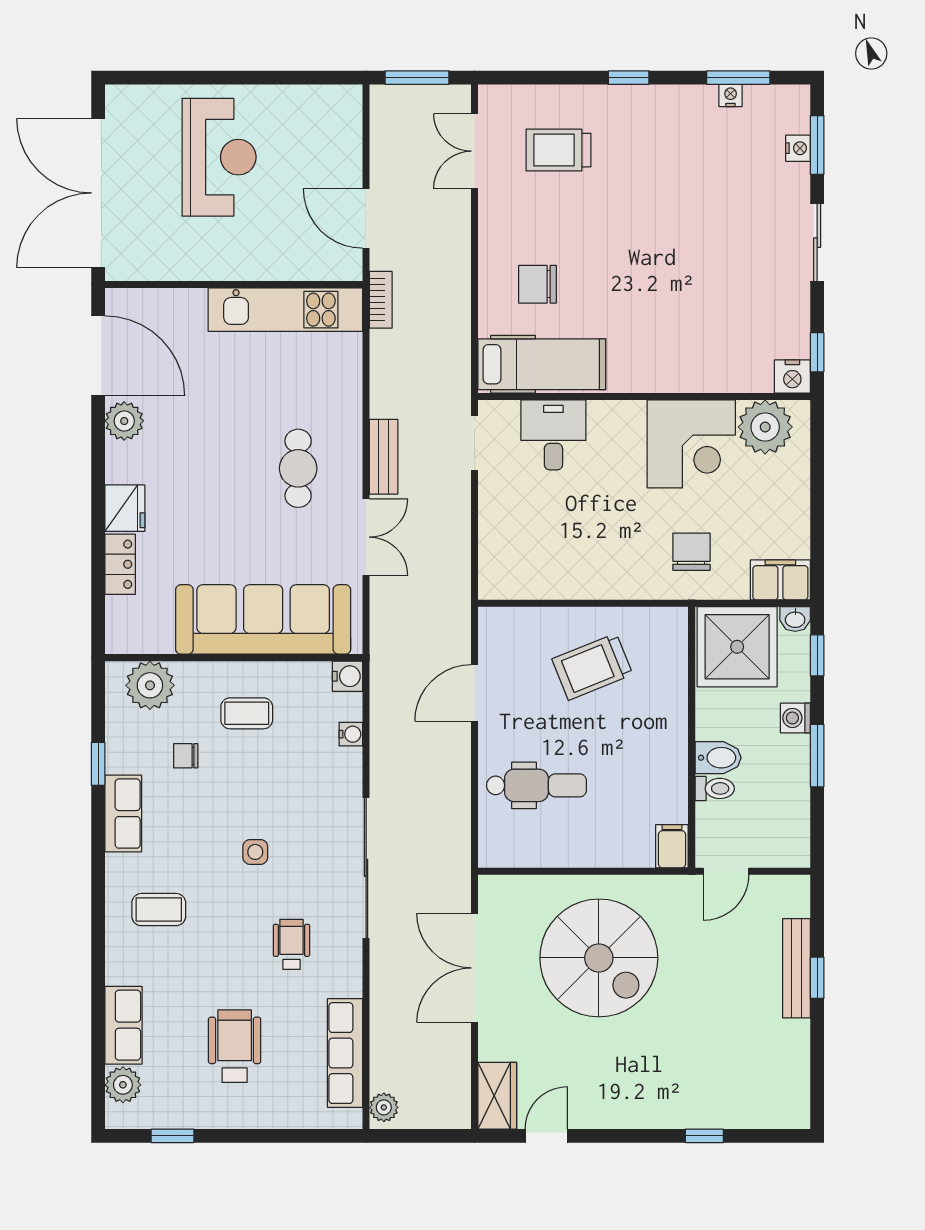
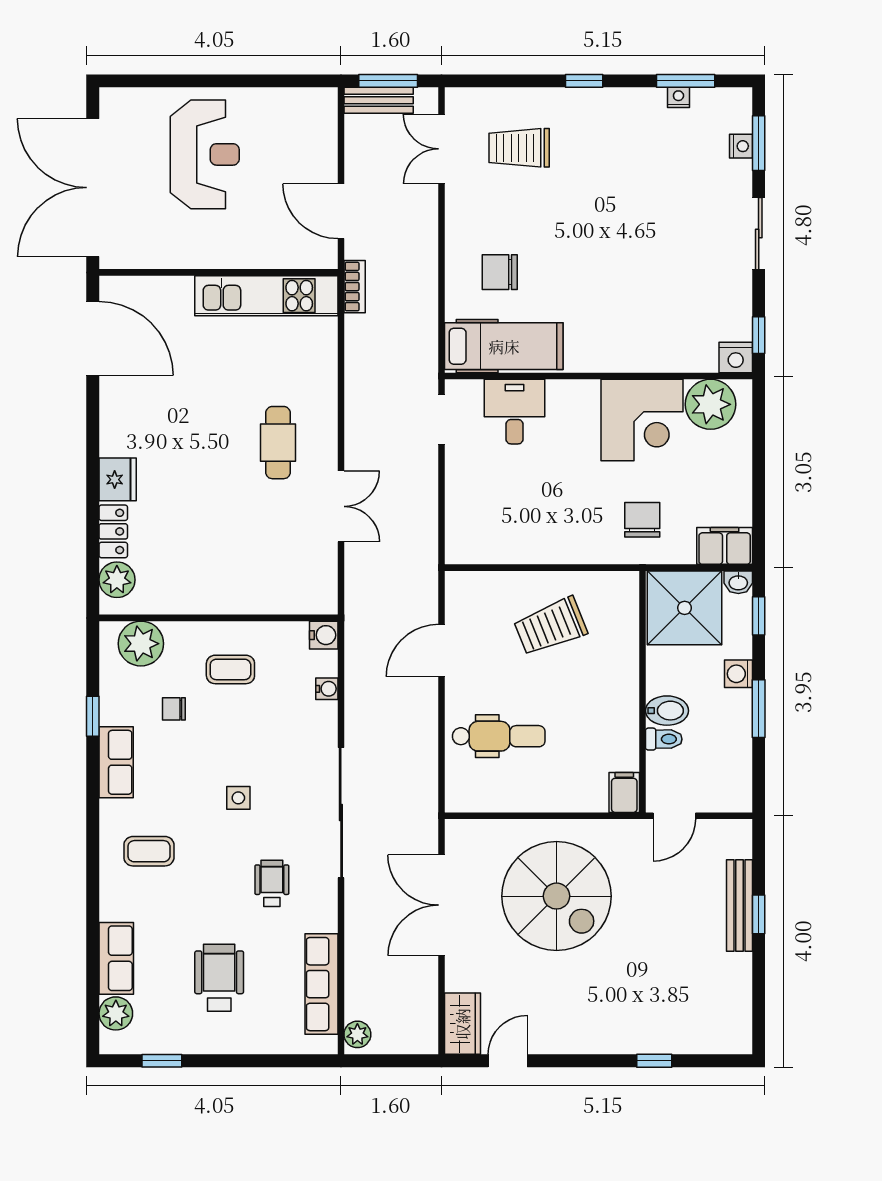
plant: (124, 421) -> (117, 580), moved
bench: (384, 457) -> (379, 100), moved, turned 90
sofa: (263, 619) -> (246, 583), removed

